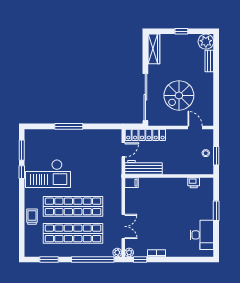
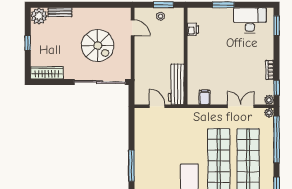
door: (195, 127) -> (133, 28), swing flipped
locker: (145, 135) -> (141, 82), removed
filing cabinet: (131, 183) -> (205, 97), moved
window: (197, 259) -> (277, 26), added

